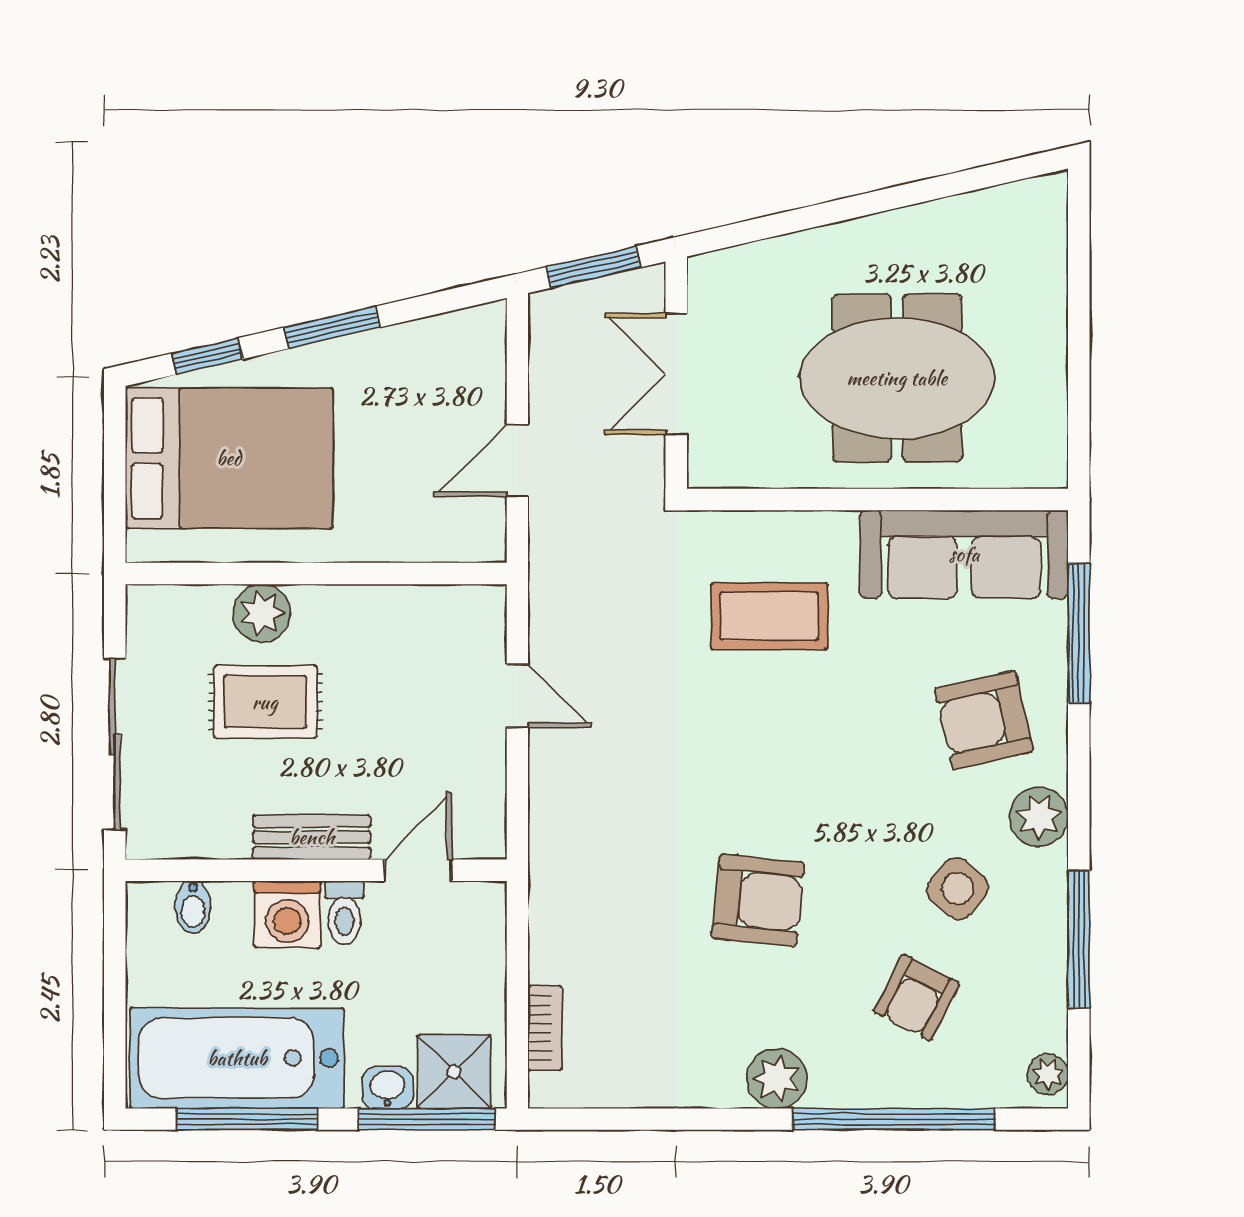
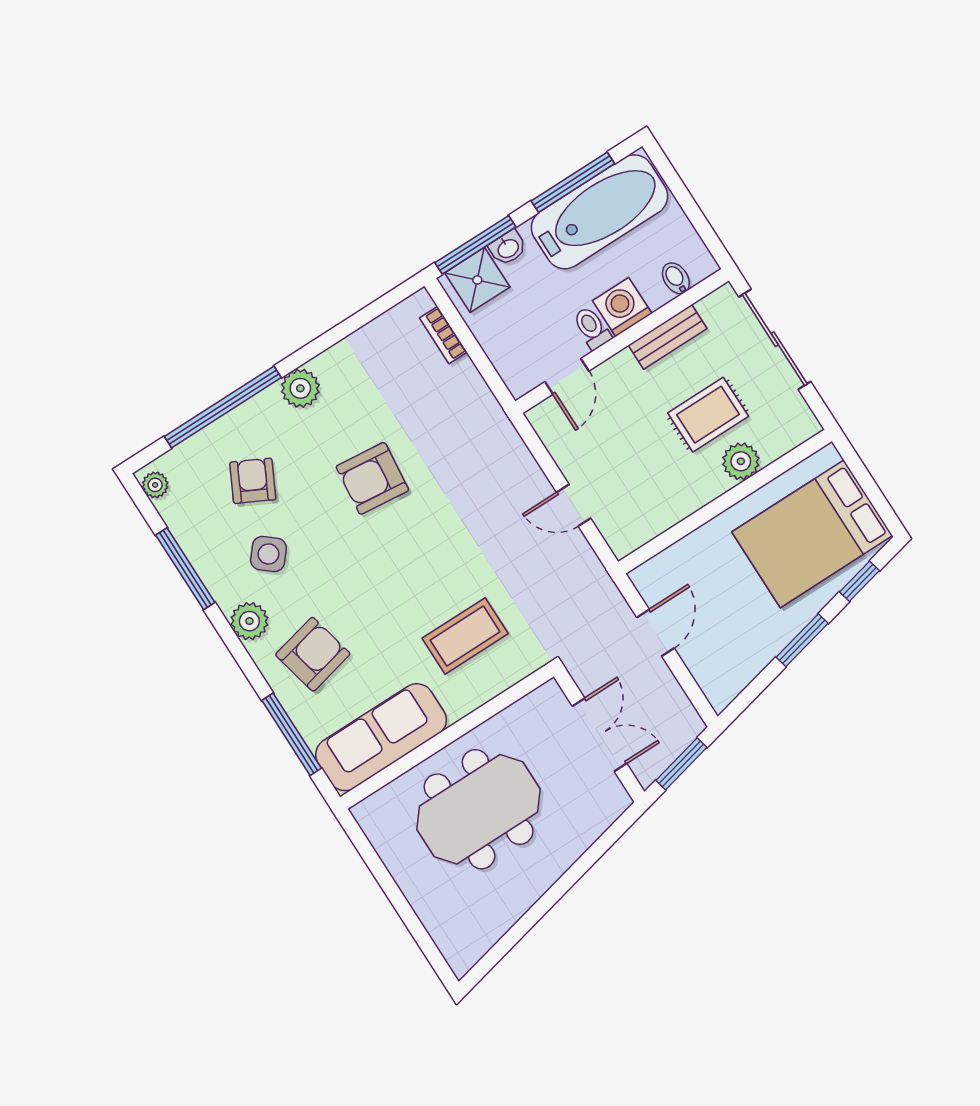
bench: (312, 837) -> (668, 337), moved

